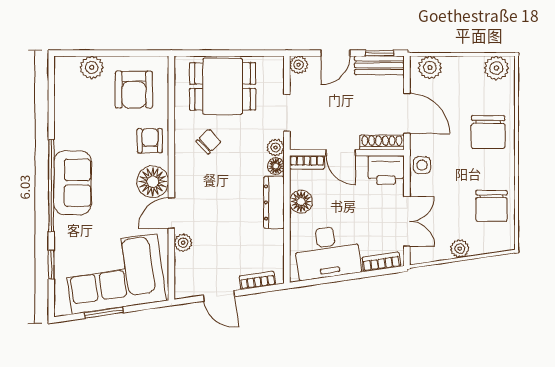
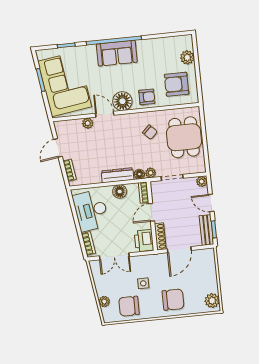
plant: (430, 67) -> (208, 261), removed
chair: (488, 132) -> (173, 300), turned 180
side table: (422, 165) -> (143, 283), moved
plant: (460, 249) -> (104, 301), moved

